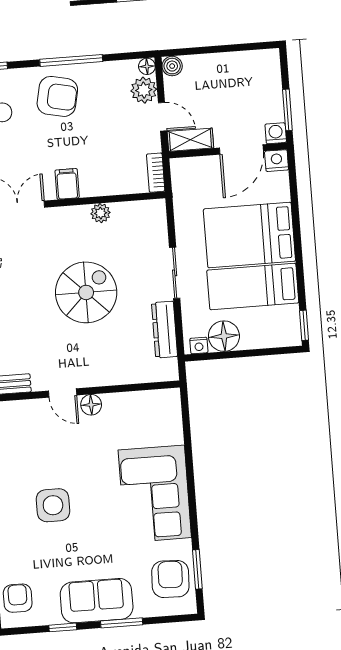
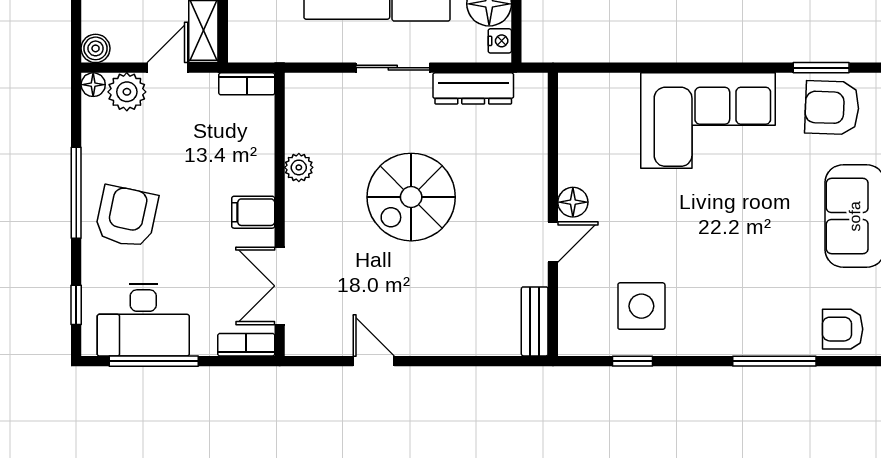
spiral stairs: (86, 292) -> (411, 197), turned -90
side table: (53, 505) -> (641, 306), moved

